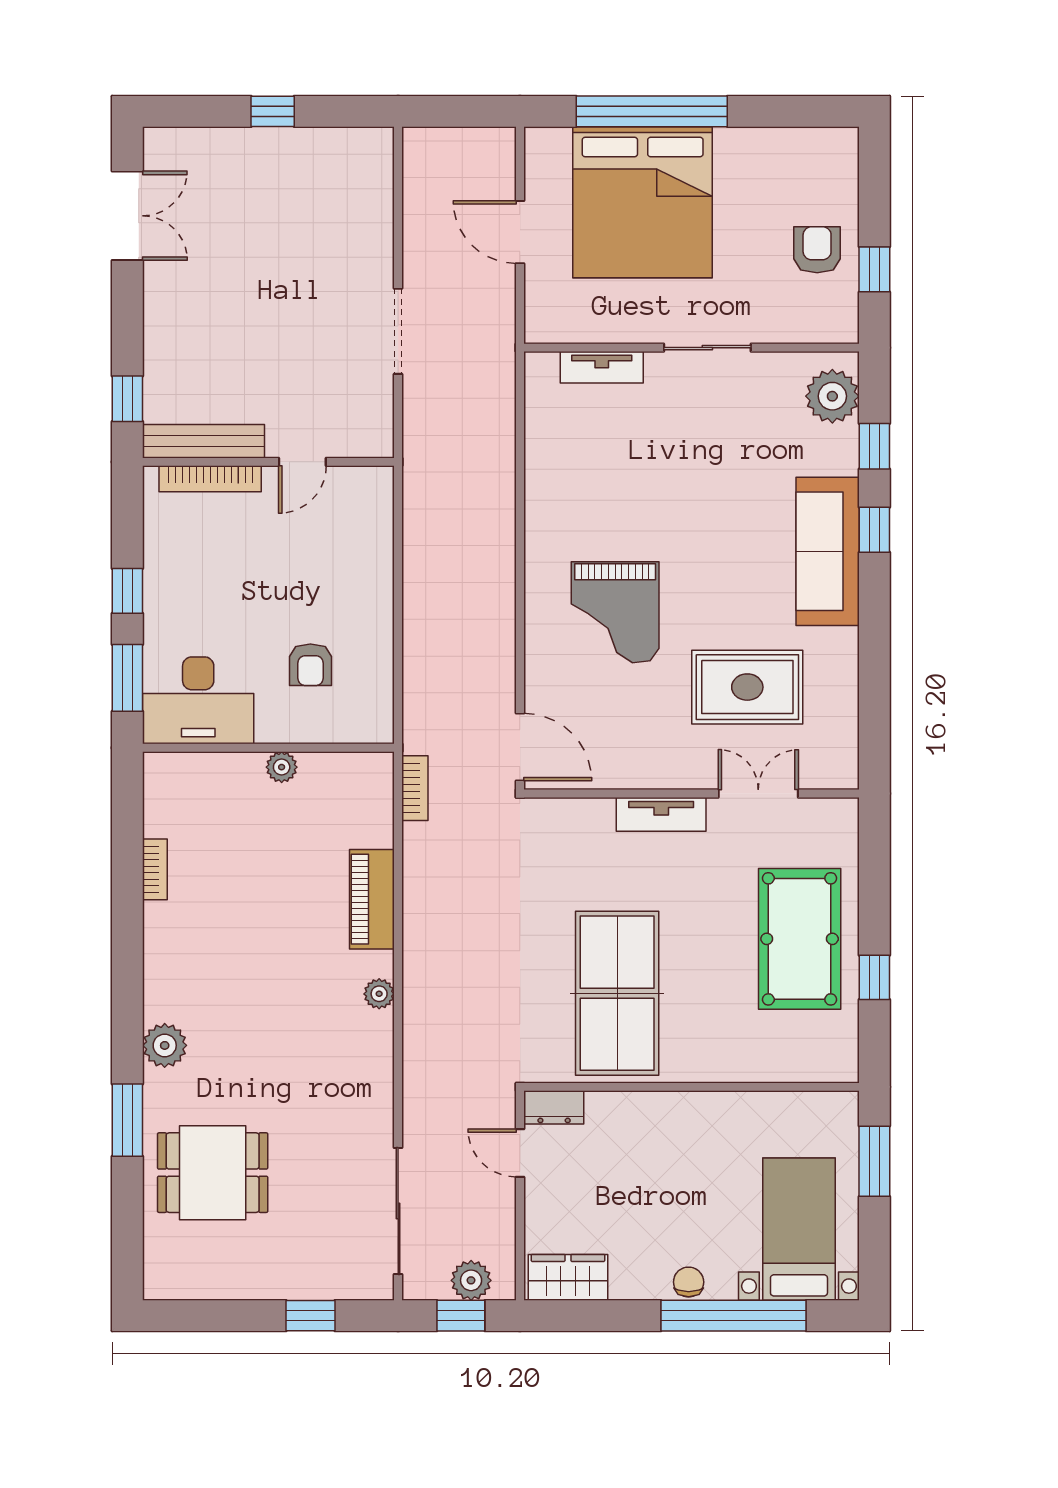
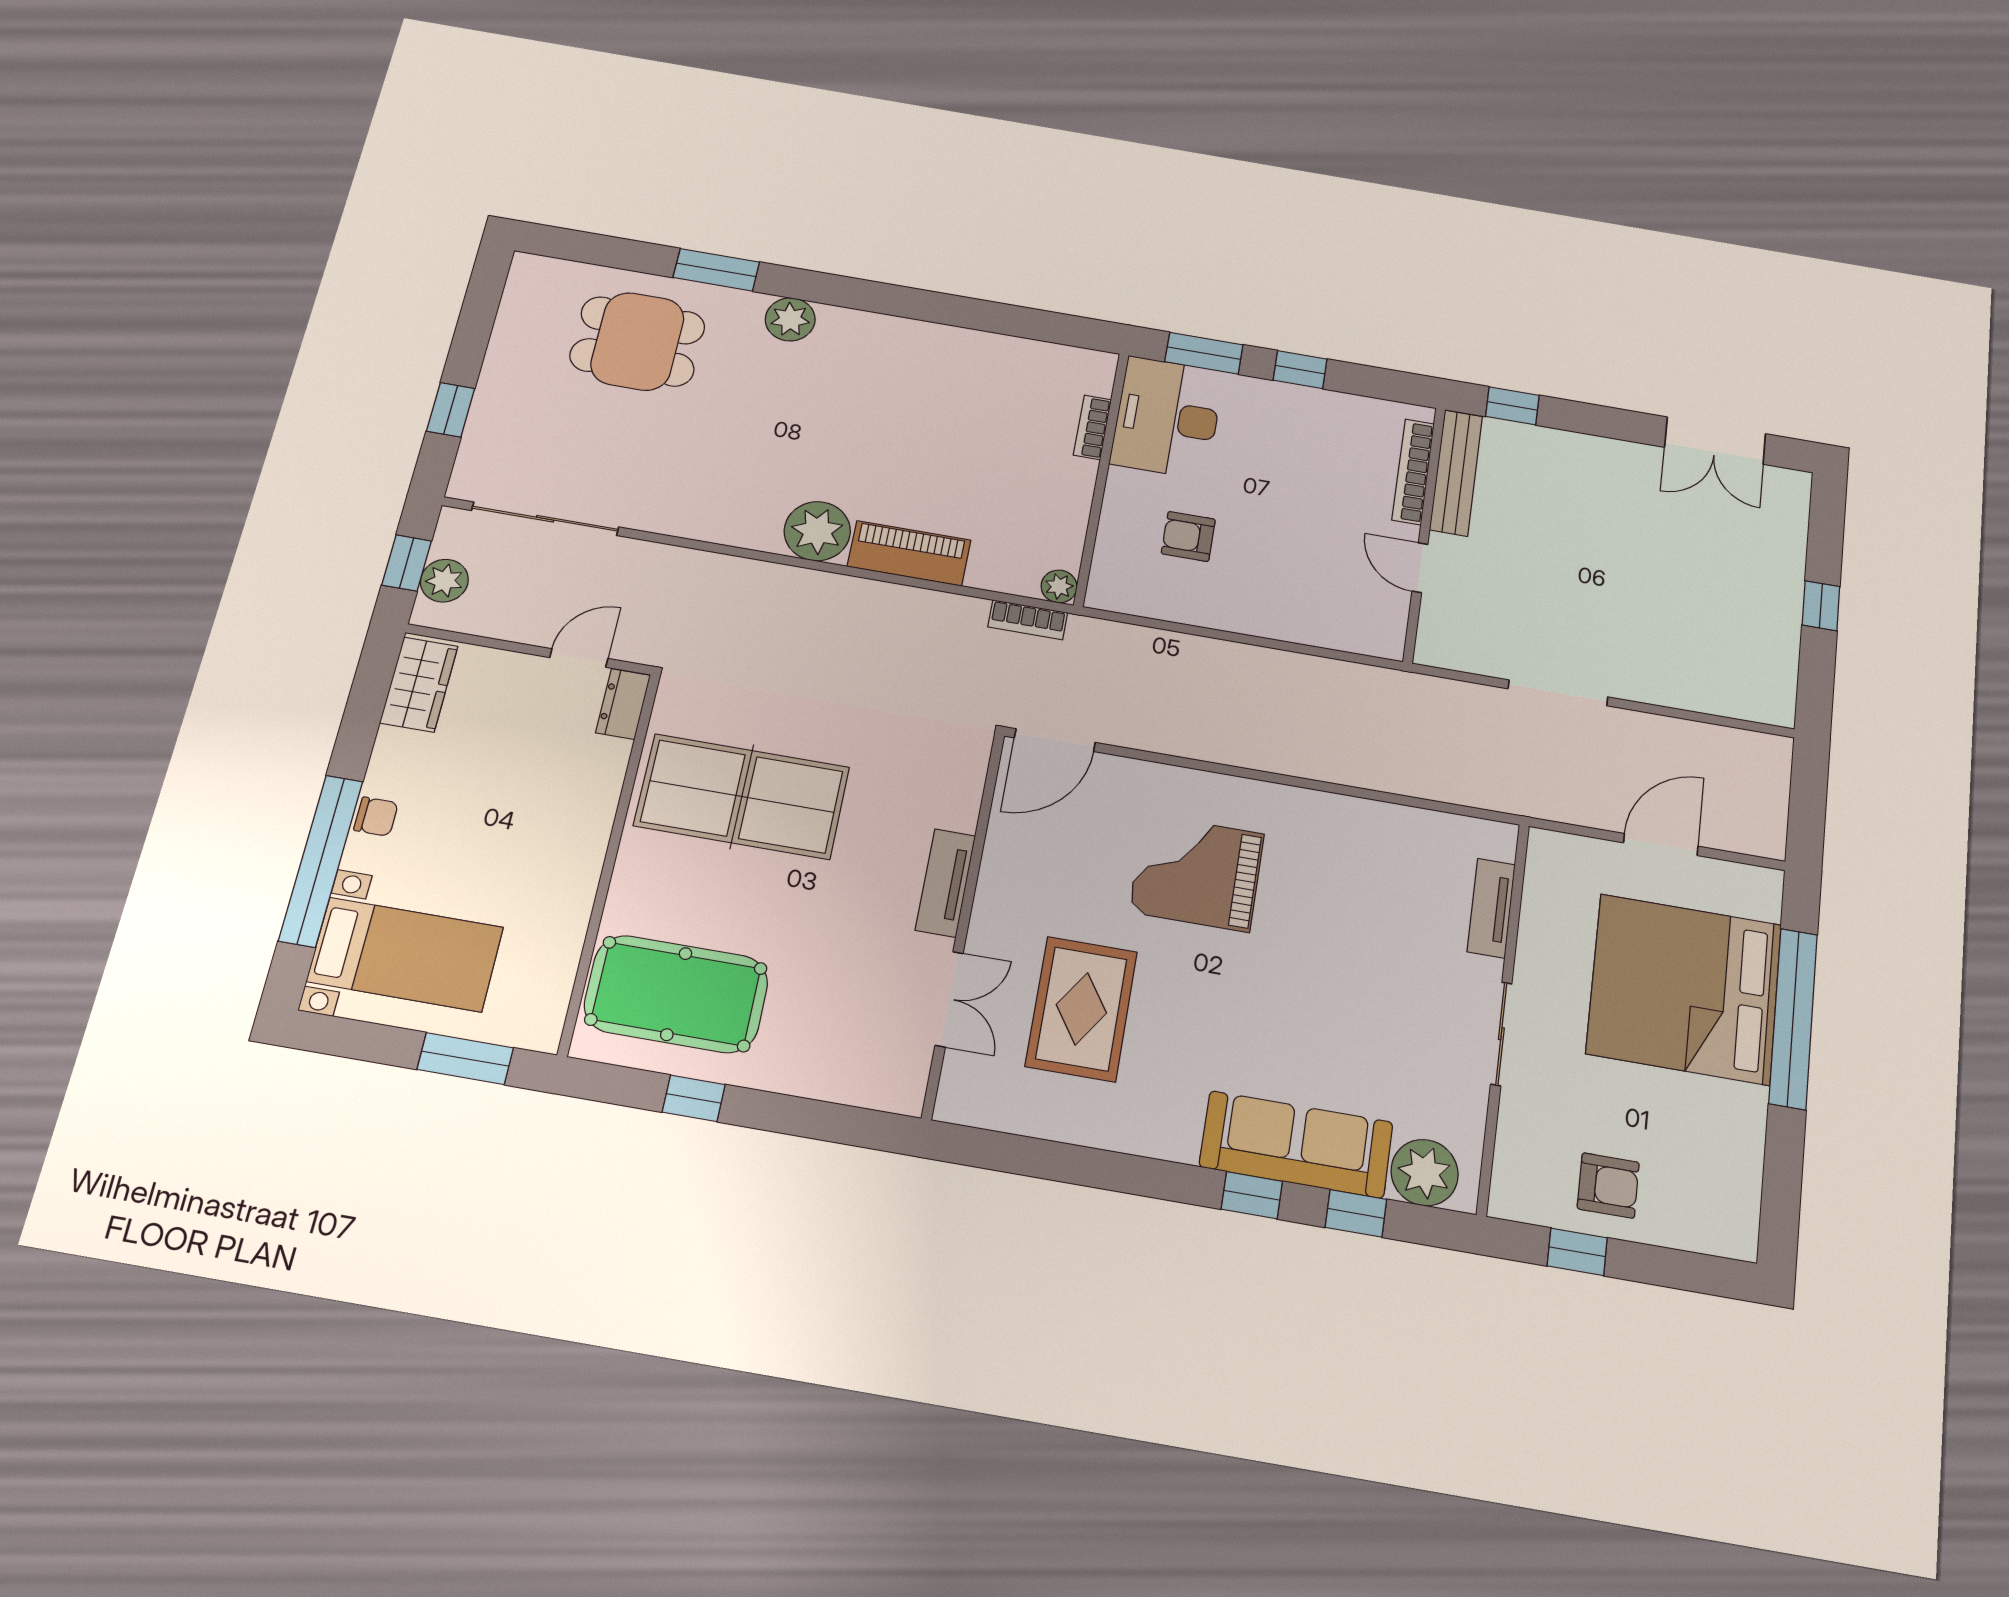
sofa: (828, 551) -> (1296, 1144), moved
plant: (282, 767) -> (1059, 586), moved
bookcase: (155, 869) -> (1092, 427), moved, turned 90
pool table: (800, 939) -> (676, 994), moved
plant: (379, 994) -> (817, 531), width x1.88, depth x1.88
dining table: (213, 1173) -> (637, 341), turned 90

